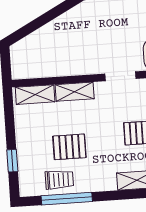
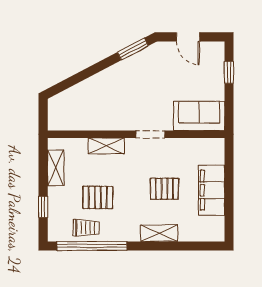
shelving: (35, 95) -> (56, 168), moved, turned 90
window: (67, 199) -> (92, 246), width x1.46

